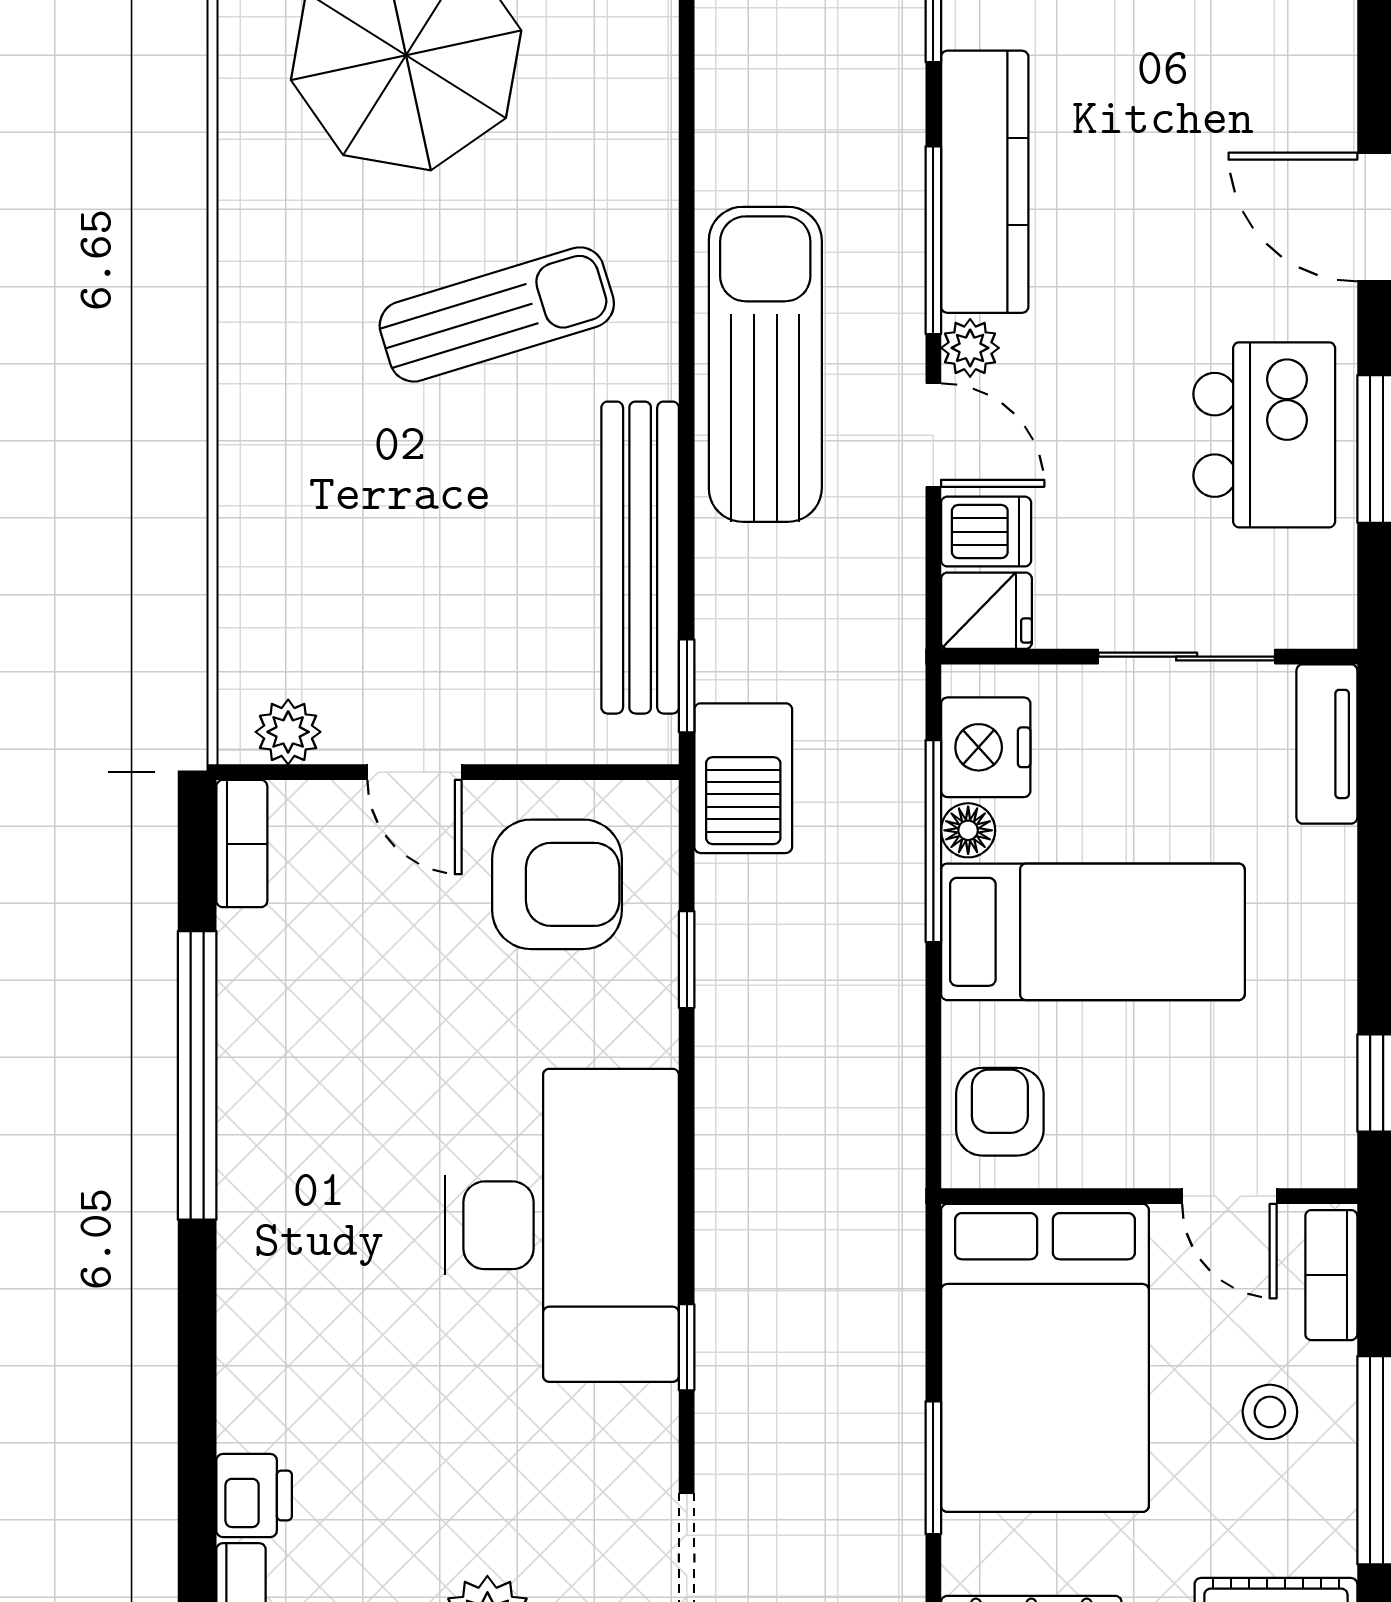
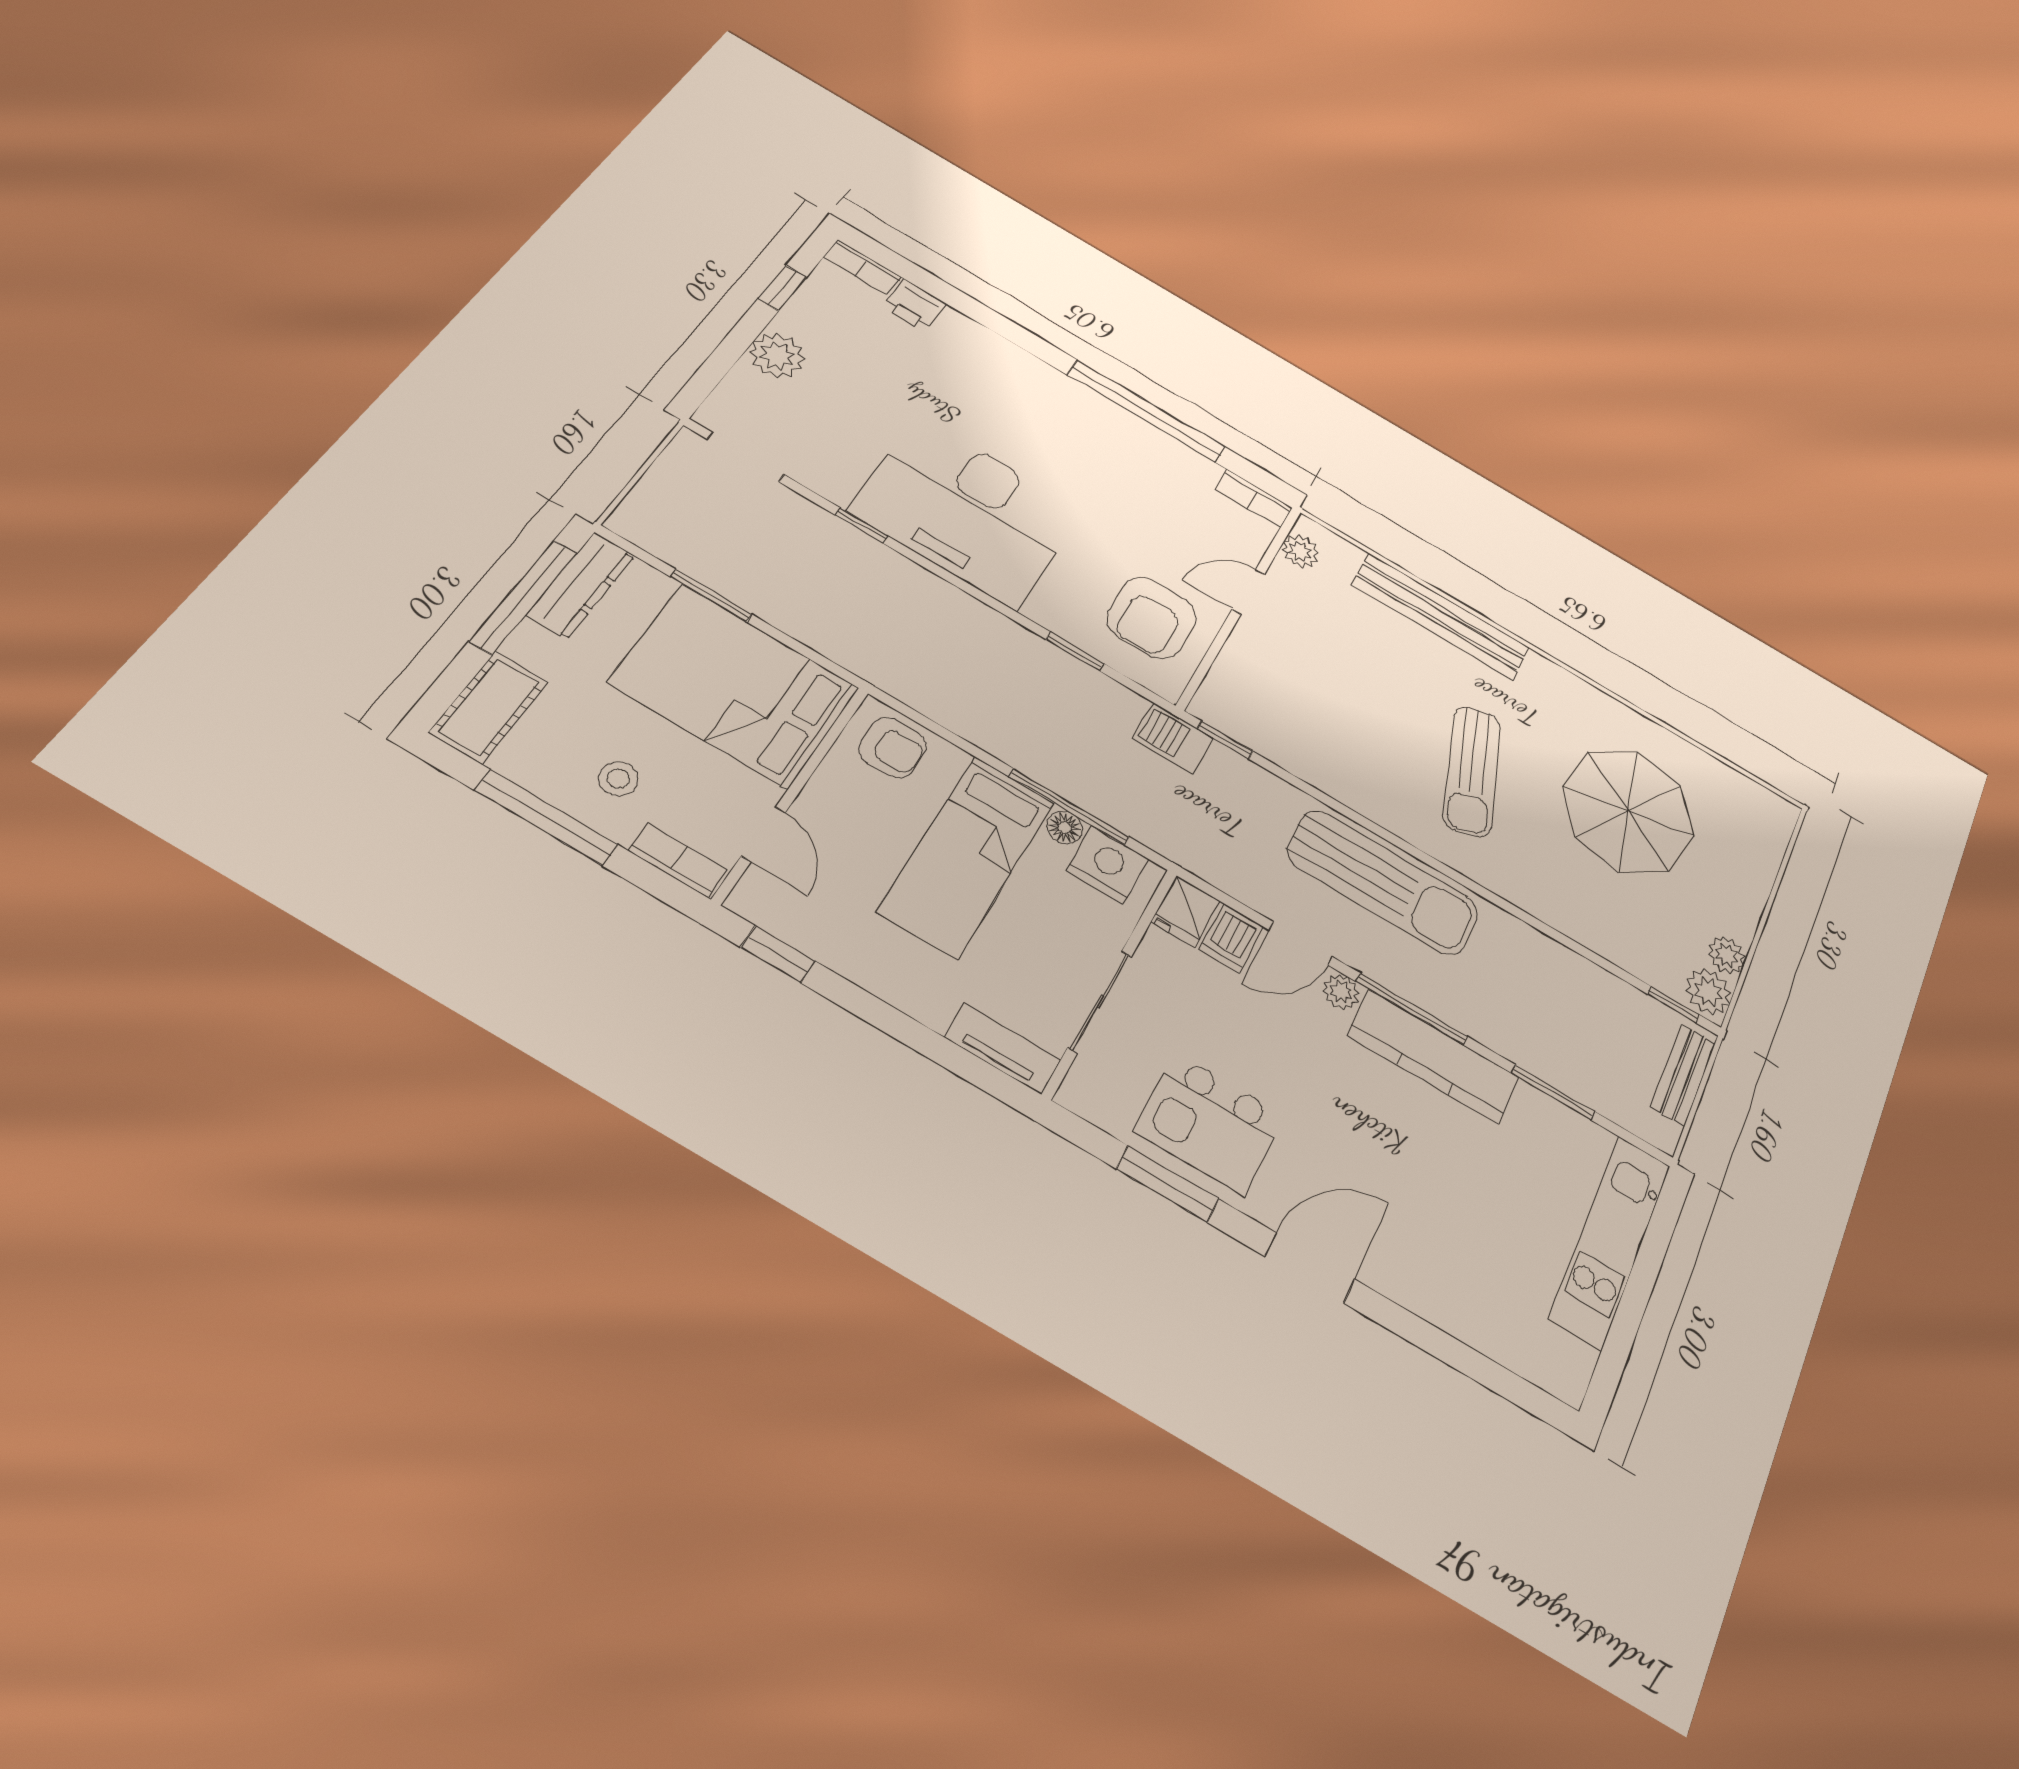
bench: (640, 558) -> (1441, 616), moved
barbecue: (743, 778) -> (1173, 738), width x0.73, depth x0.79
door: (1229, 1196) -> (763, 834), swing flipped

